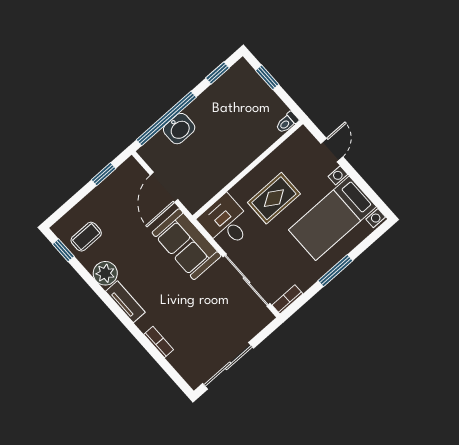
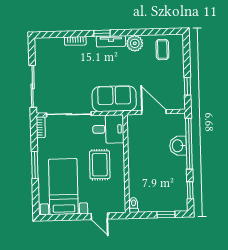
window: (63, 250) -> (102, 33), moved
sliding door: (228, 366) -> (33, 86), moved

